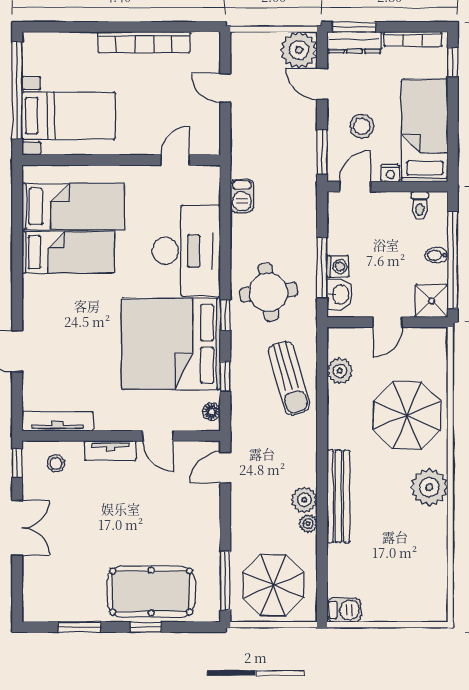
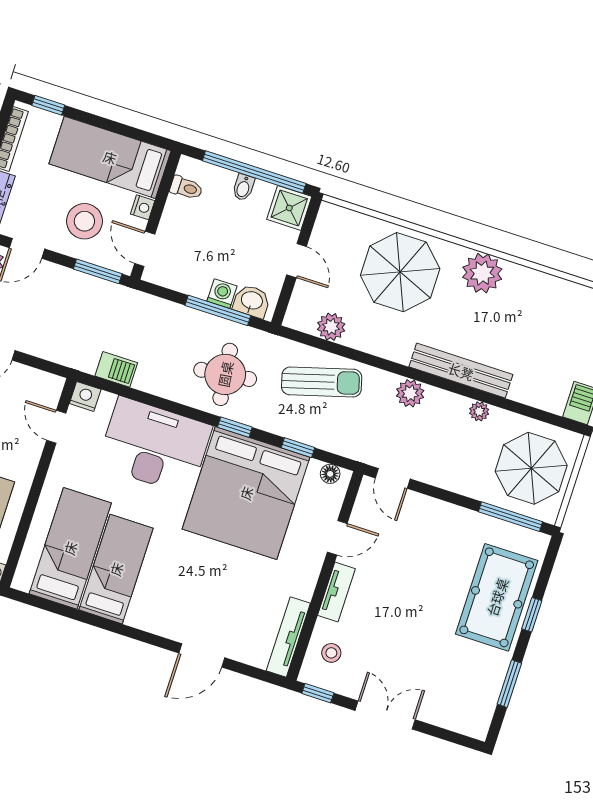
stool: (362, 126) -> (84, 221), width x1.38, depth x1.38
nightstand: (210, 177) -> (85, 396), added
plant: (304, 500) -> (410, 393), moved

